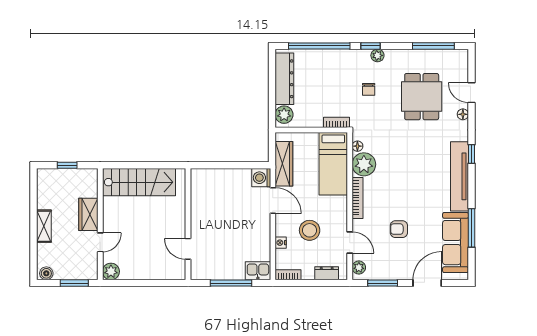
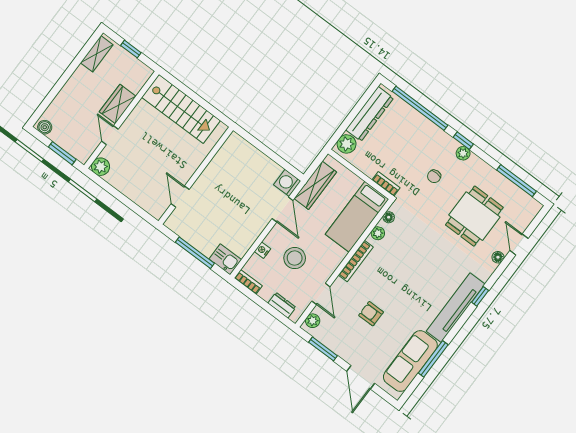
plant: (364, 164) -> (378, 233), width x0.53, depth x0.53
shelving: (44, 226) -> (97, 54), moved
door: (100, 242) -> (110, 135), swing flipped
door: (427, 283) -> (361, 377), swing flipped

